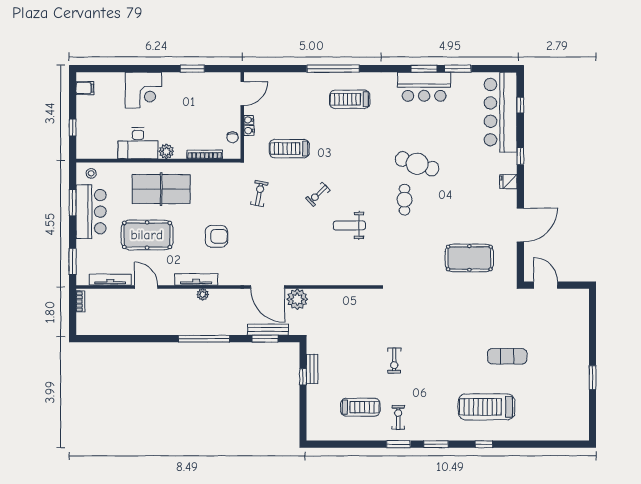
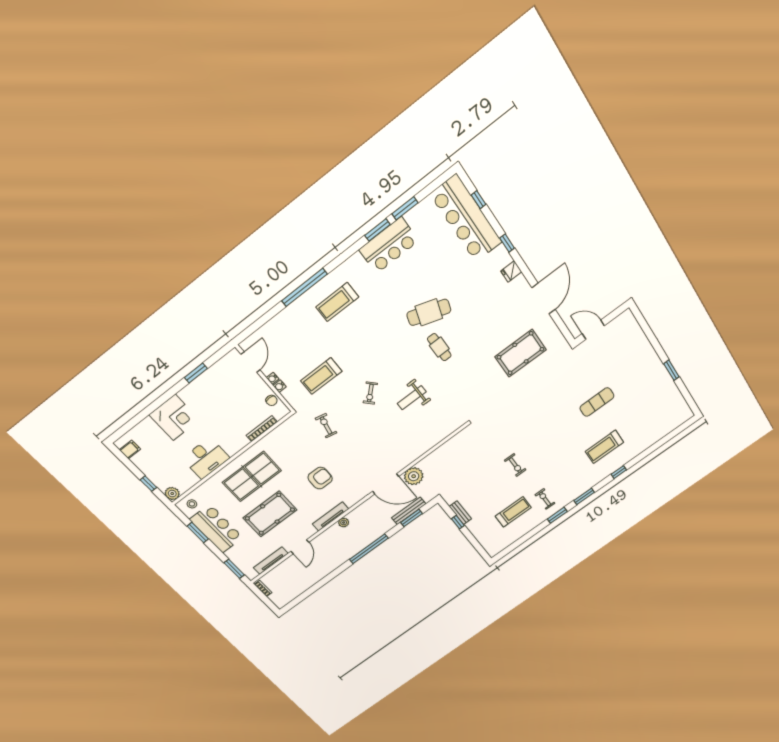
plant: (166, 151) -> (172, 494), moved
door: (146, 287) -> (300, 547), swing flipped
treadmill: (487, 407) -> (604, 447), width x0.73, depth x0.73

